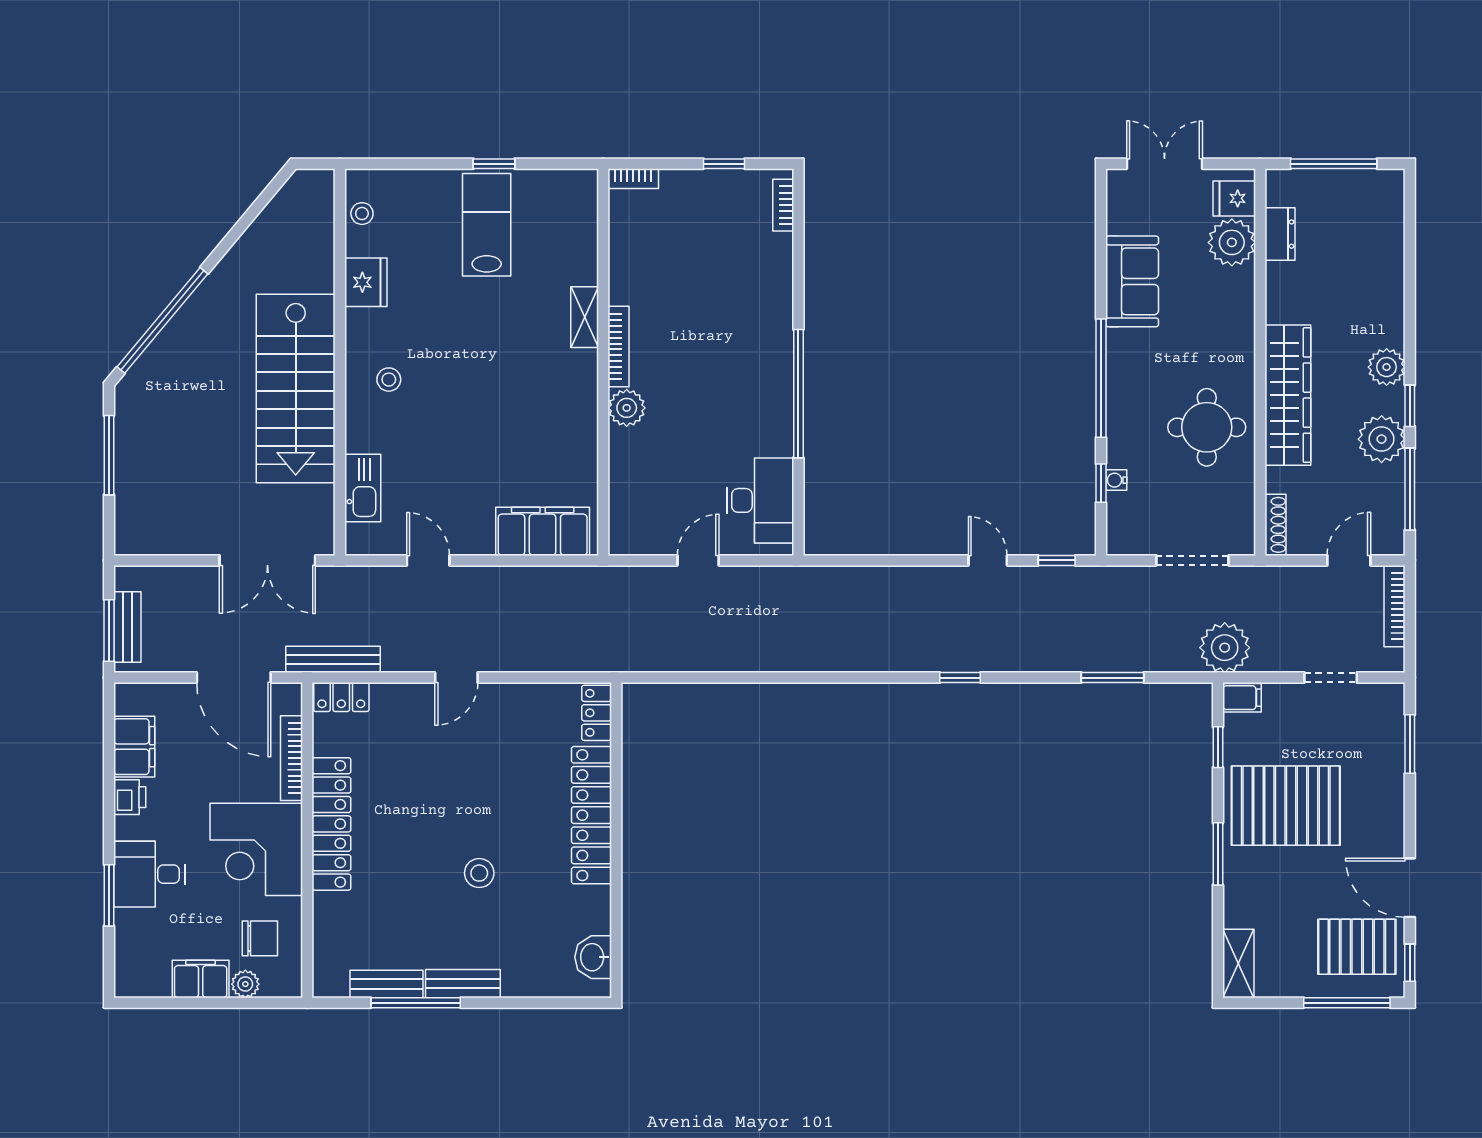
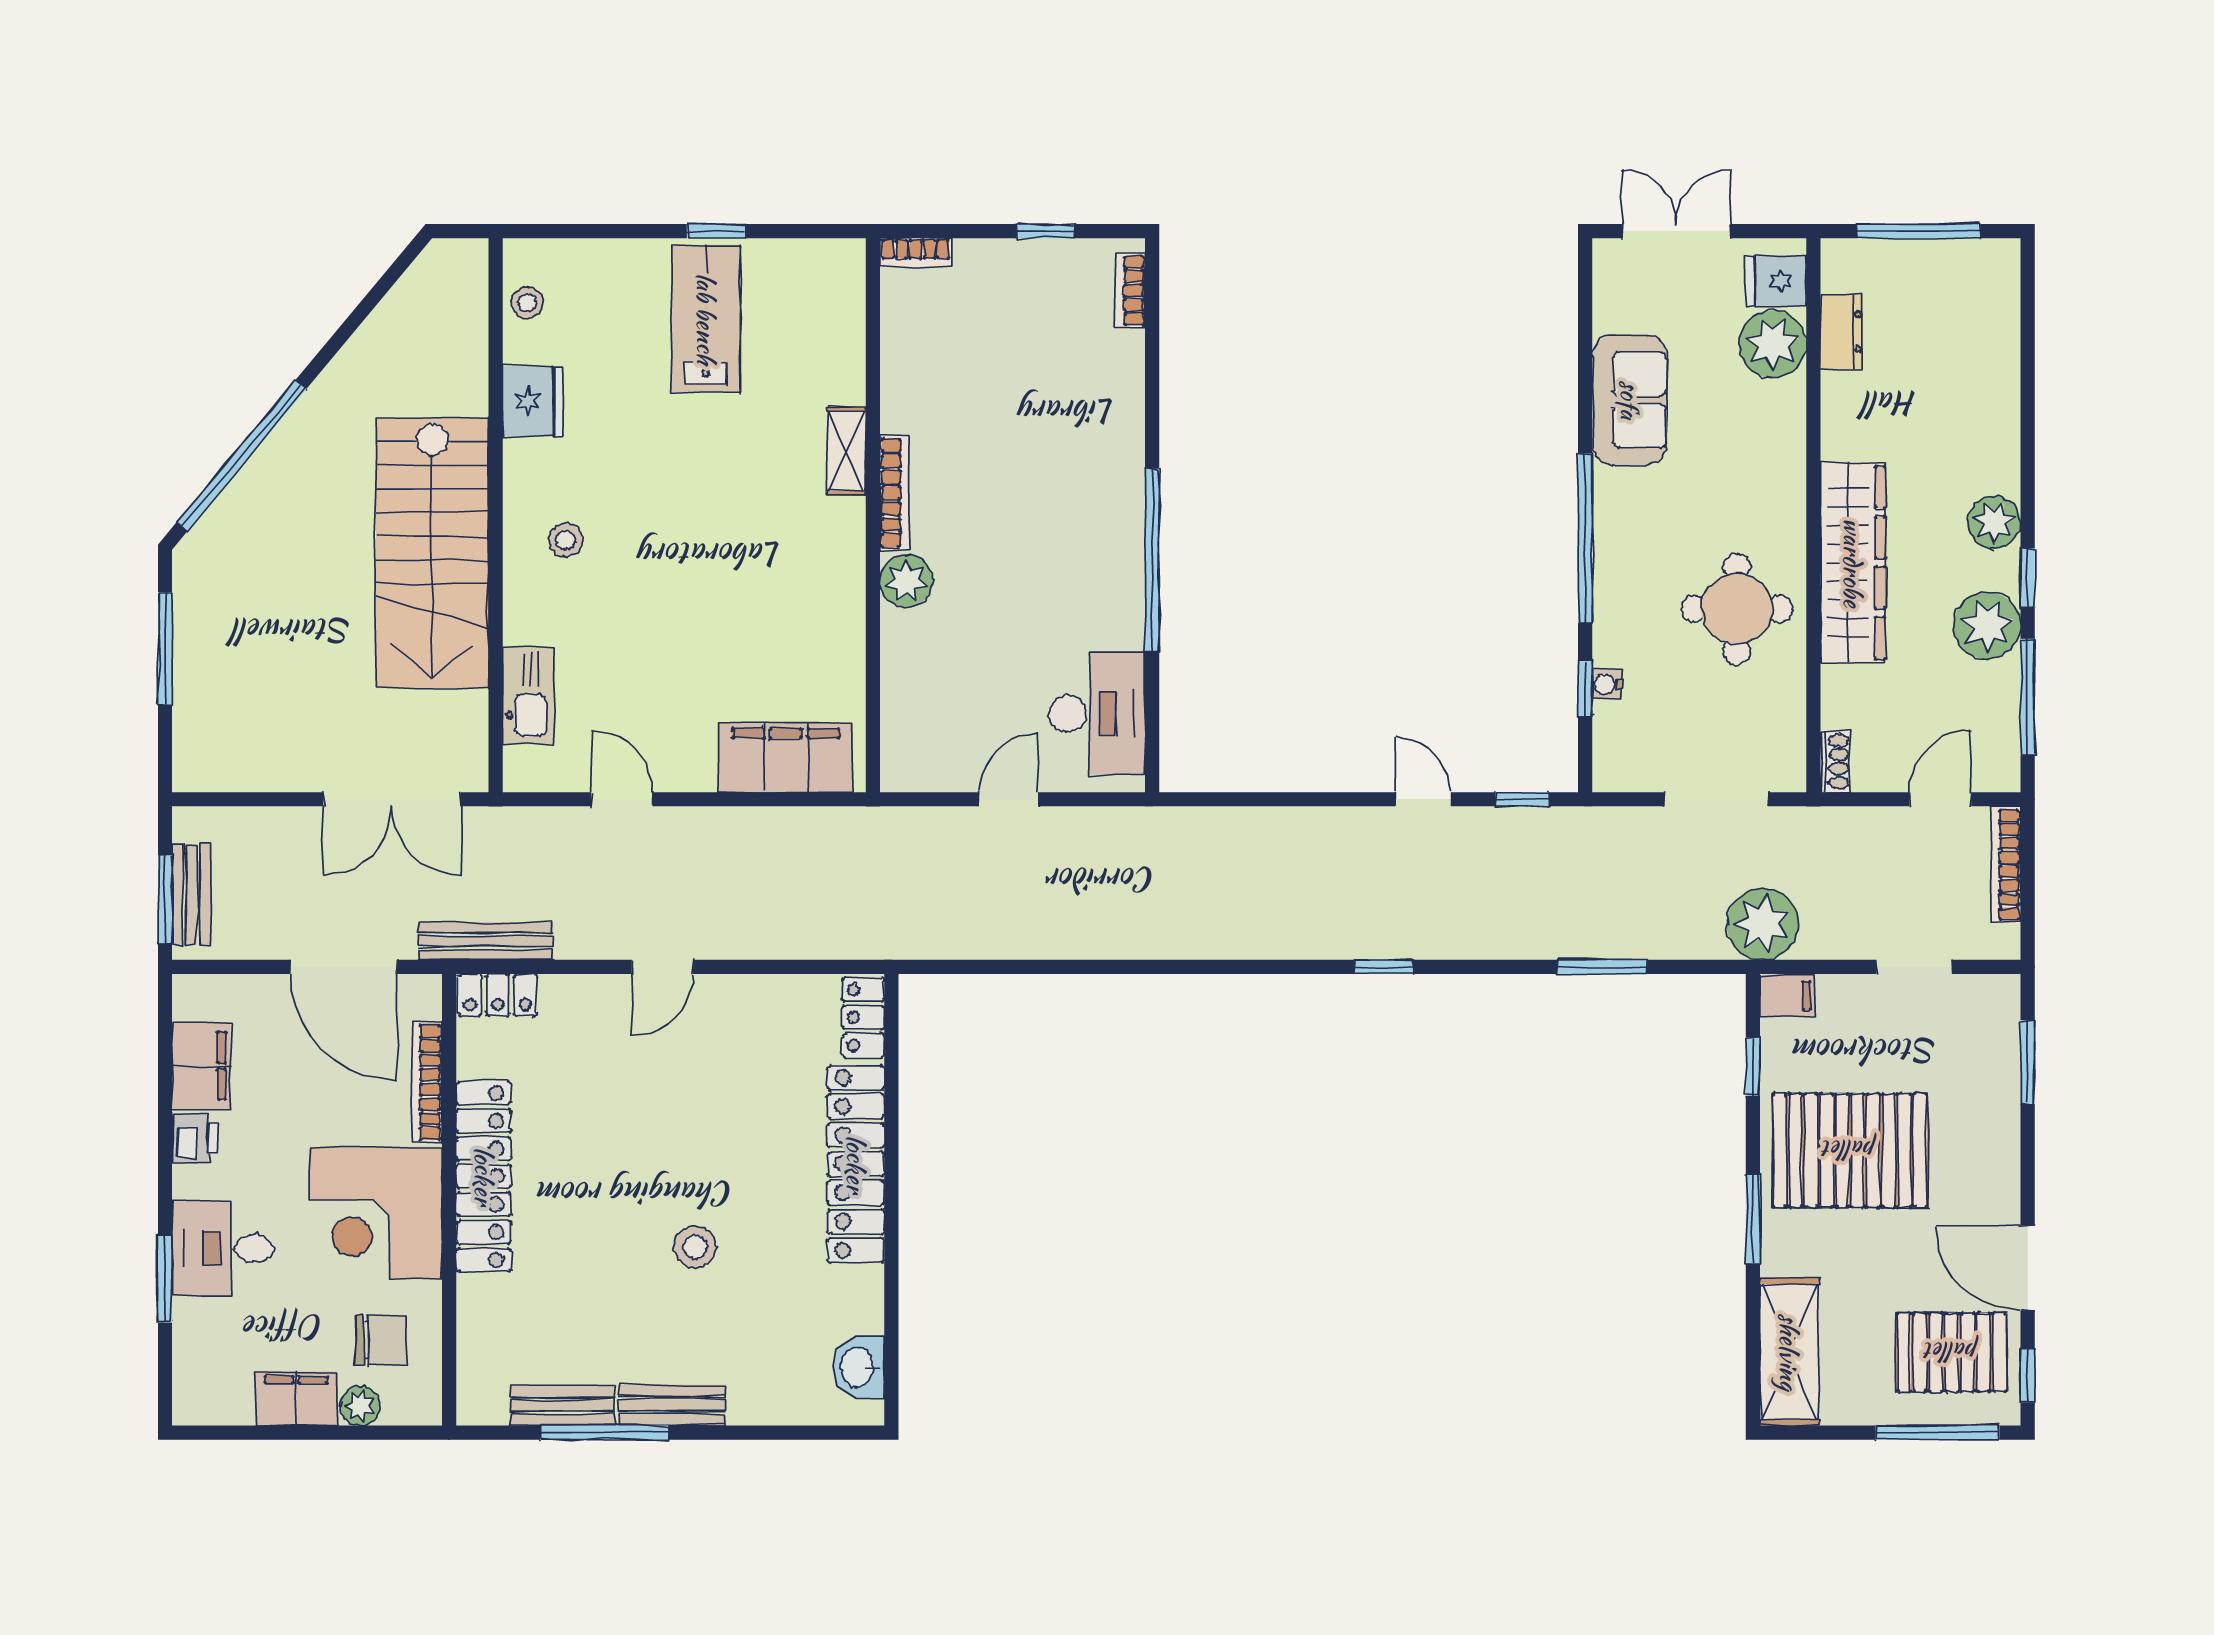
shoe rack: (1276, 525) -> (1835, 762), width x0.70
shelving: (1238, 963) -> (1789, 1352), width x1.50, depth x1.33

